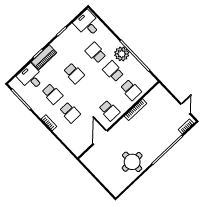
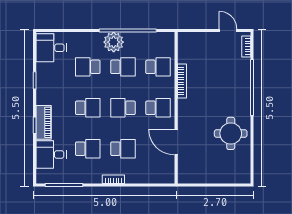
school desk: (113, 71) -> (123, 67), turned 180
school desk: (92, 92) -> (123, 108), added

